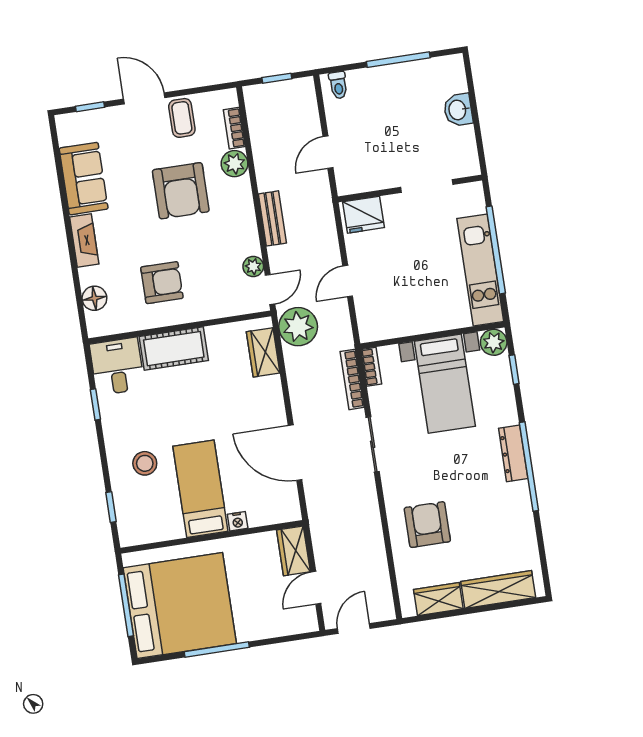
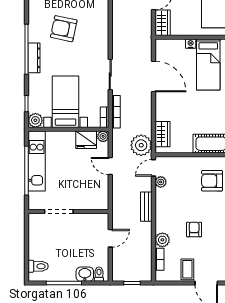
toilet: (449, 83) -> (38, 266), added
washbasin: (458, 110) -> (85, 274), moved, turned -90
armchair: (181, 191) -> (194, 229), width x0.53, depth x0.53
fridge: (363, 215) -> (86, 140), moved, turned 180
door: (348, 281) -> (110, 166), swing flipped
plant: (369, 332) -> (103, 136), added
armchair: (427, 525) -> (64, 29), moved, turned 102

